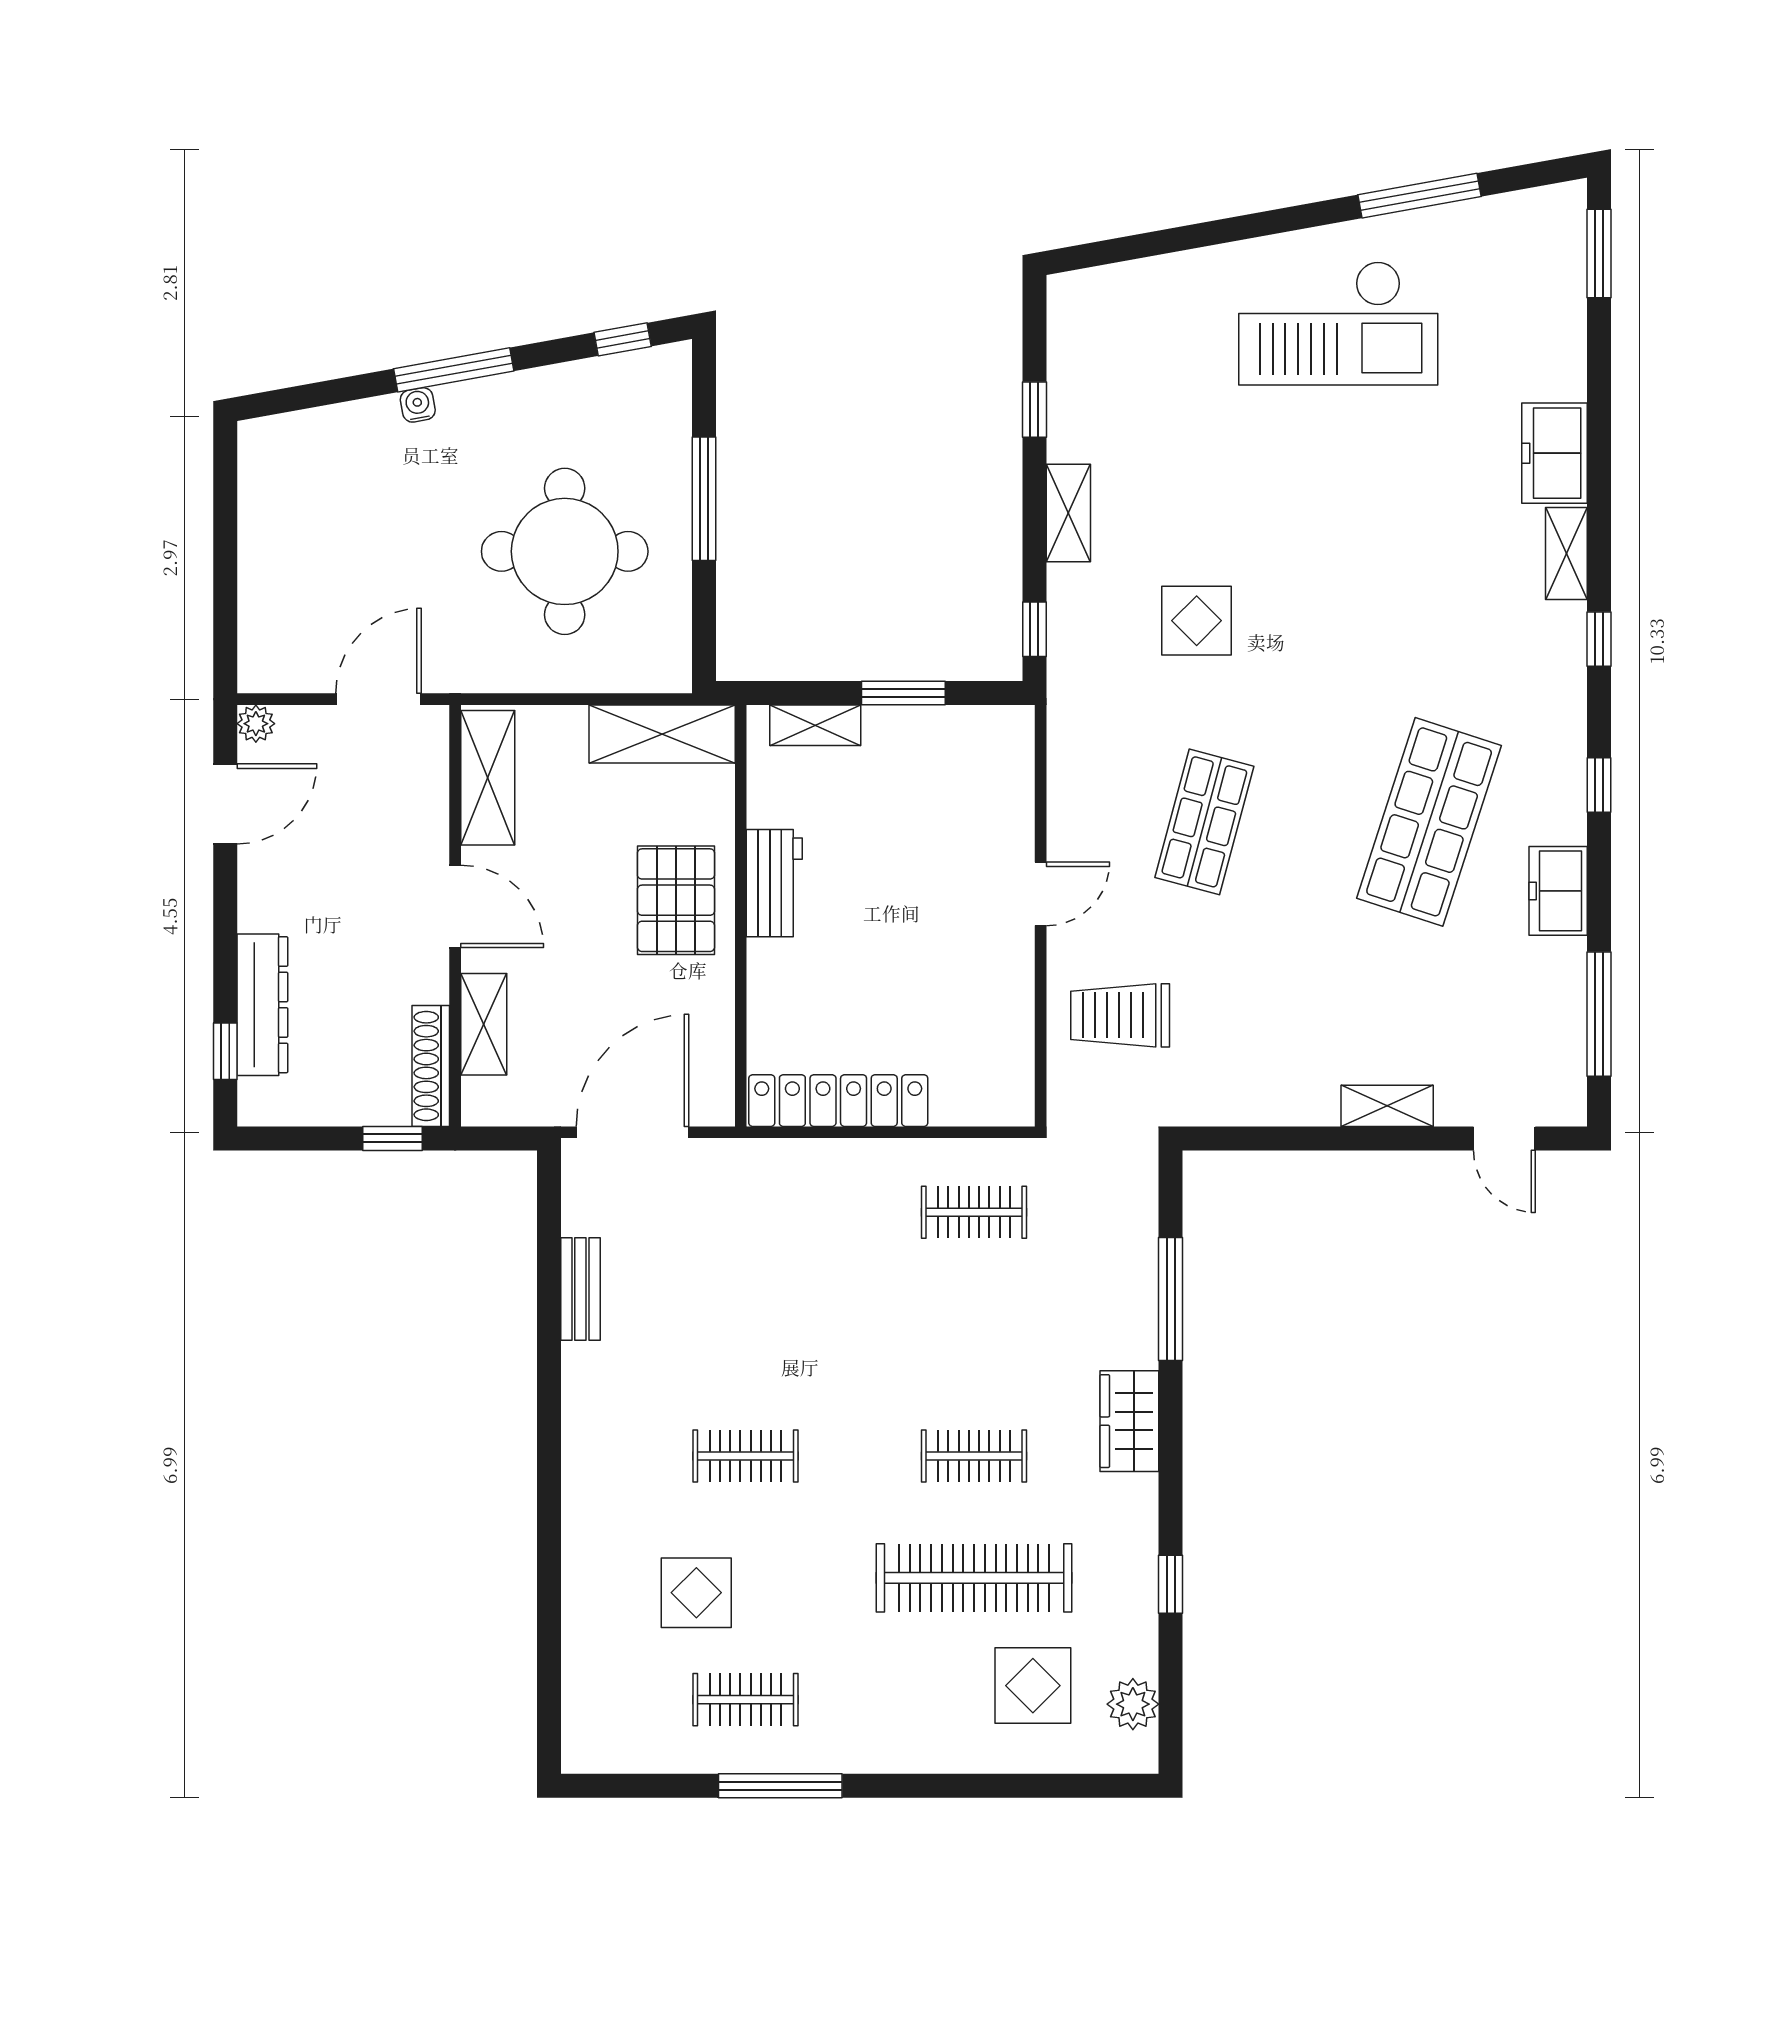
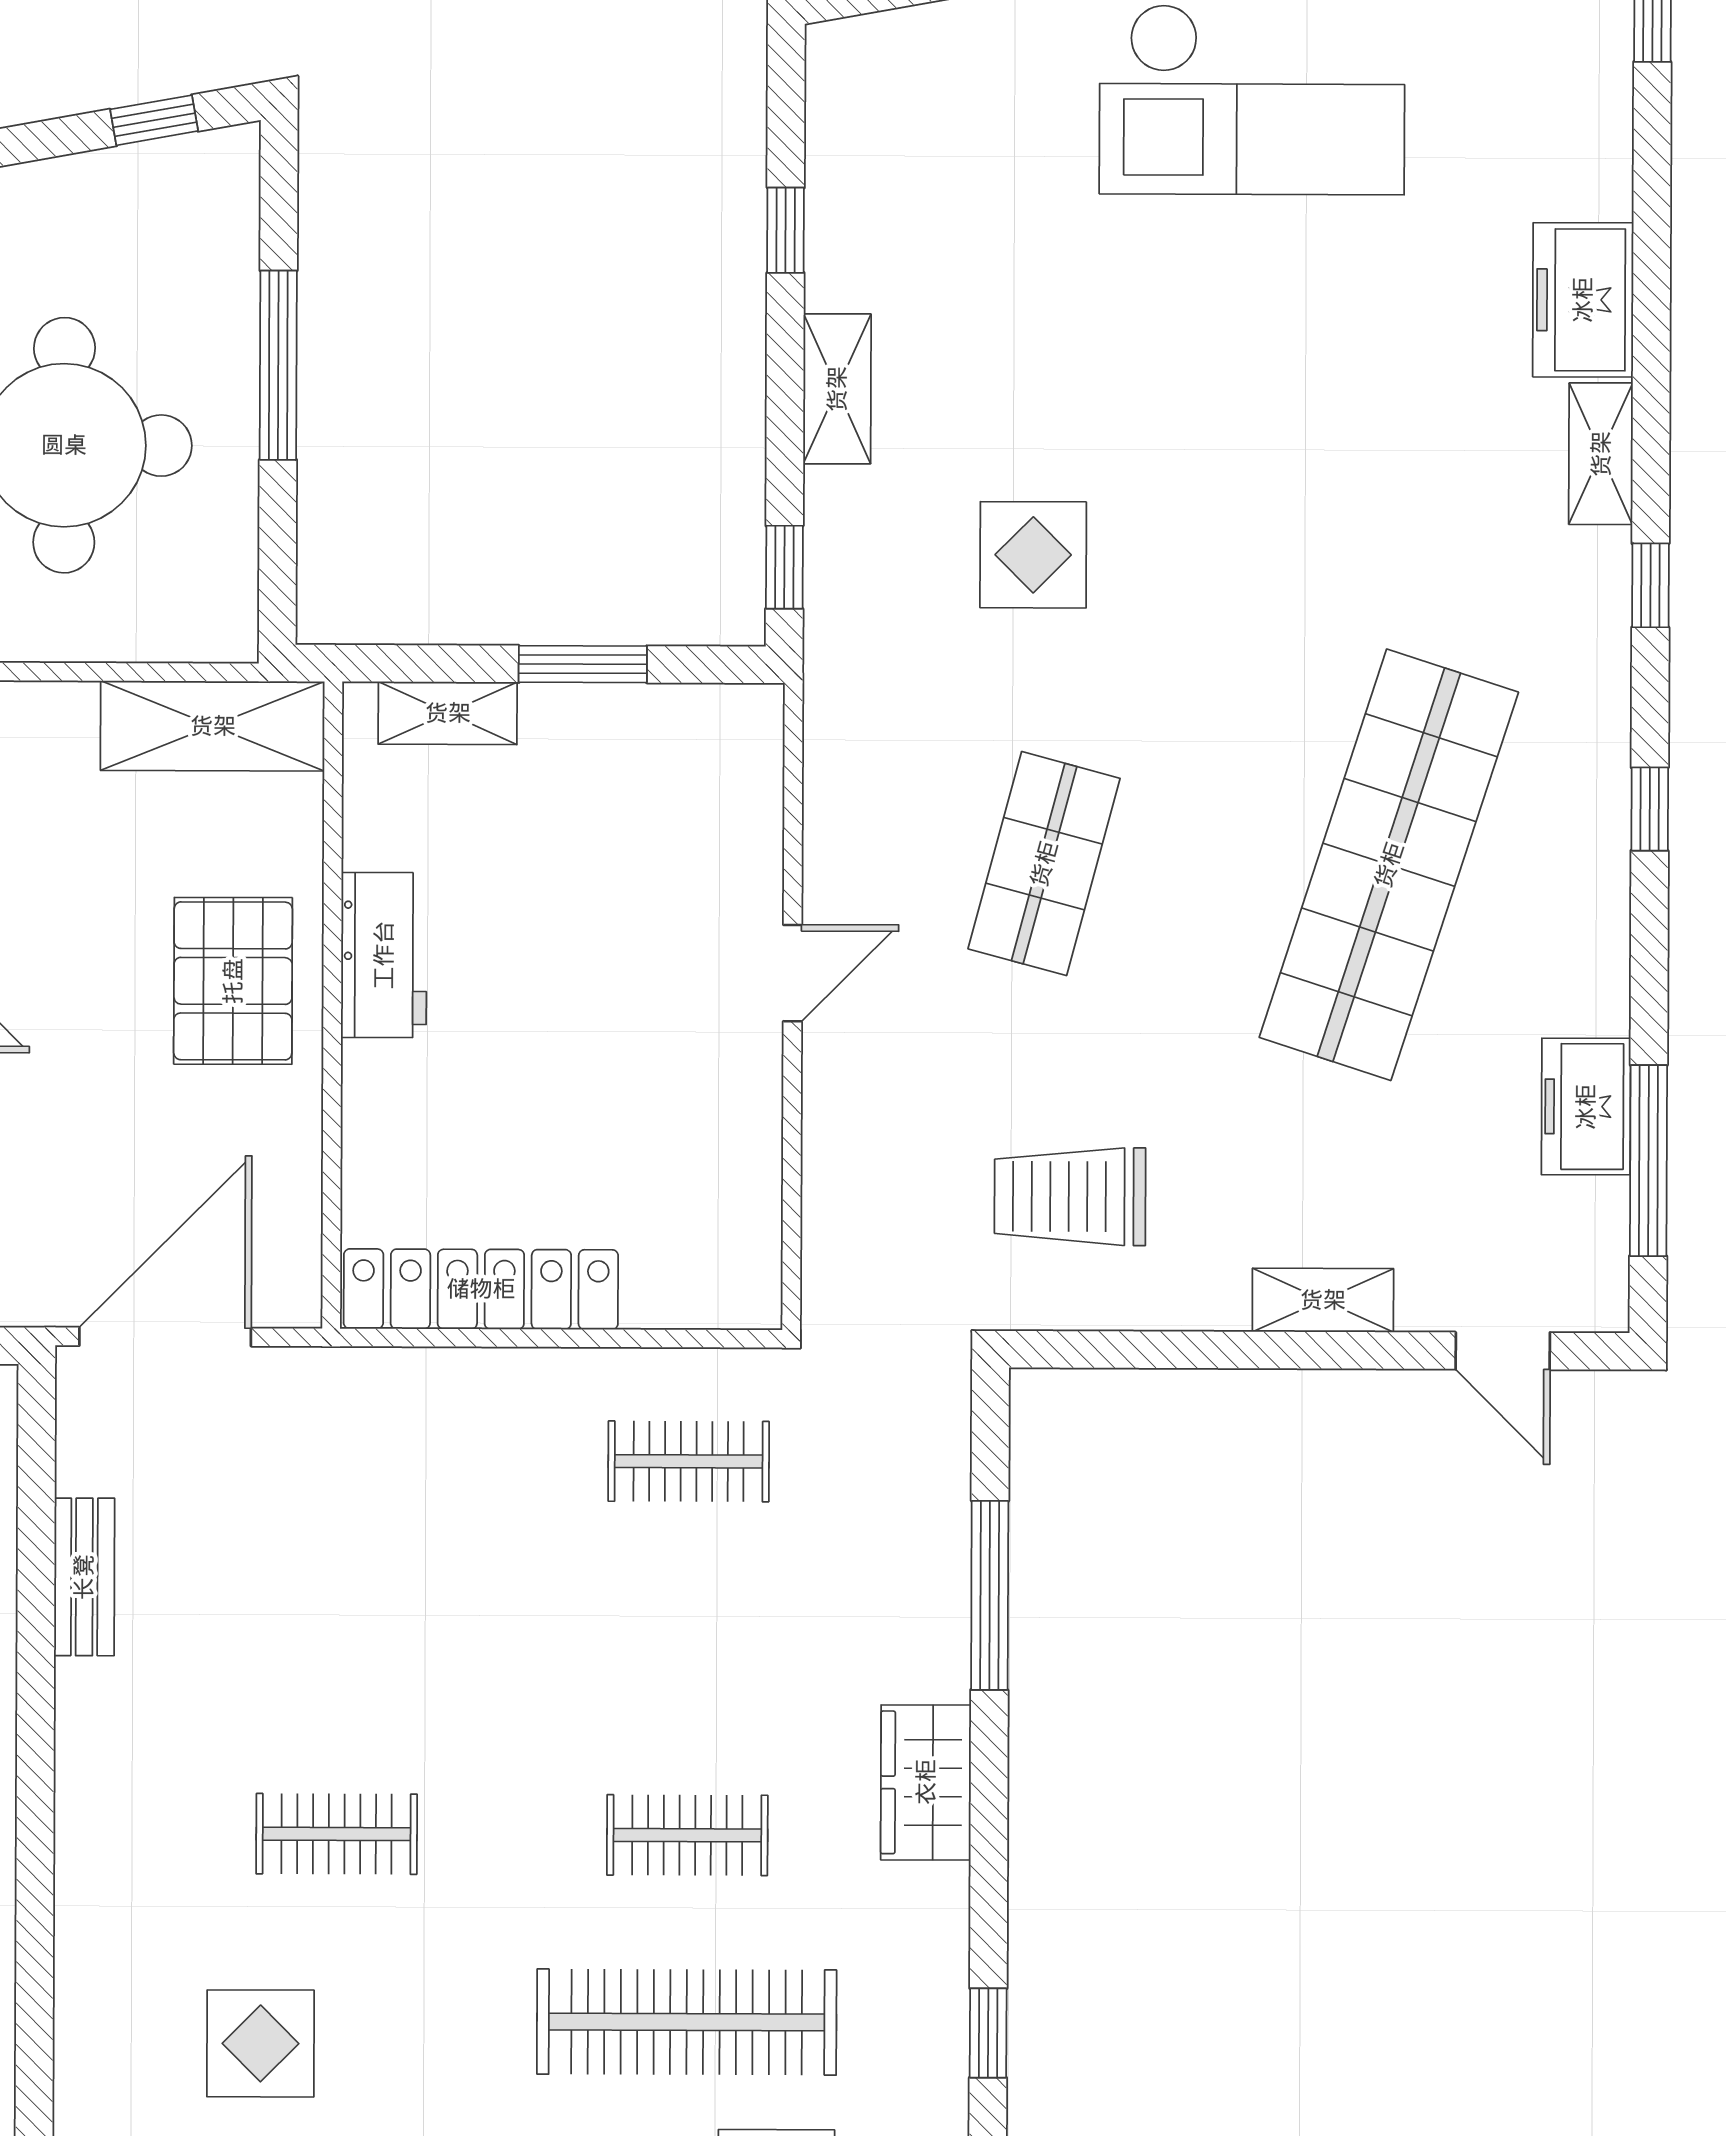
shop shelf: (1429, 822) -> (1389, 865), width x1.40
freezer: (1558, 891) -> (1586, 1107), moved
trolley: (1120, 1015) -> (1070, 1196), moved

